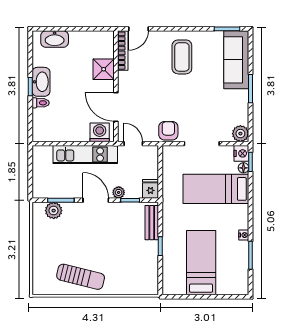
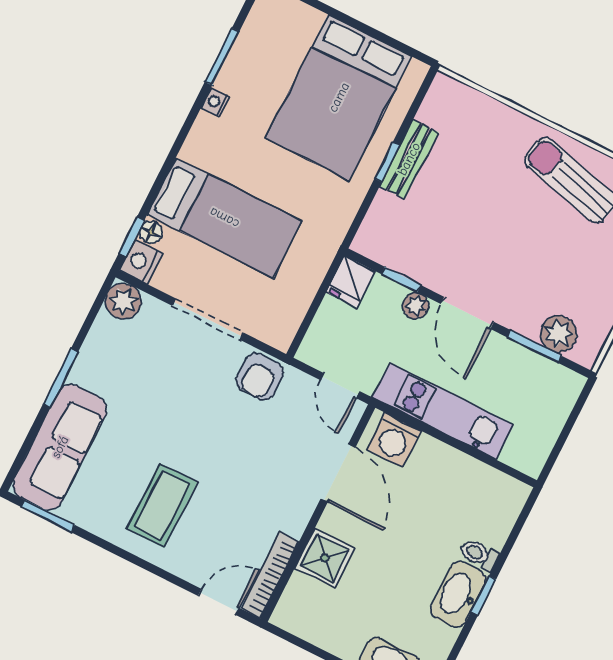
bench: (152, 223) -> (409, 159), moved
bed: (201, 263) -> (339, 97), width x1.50

